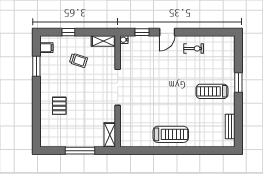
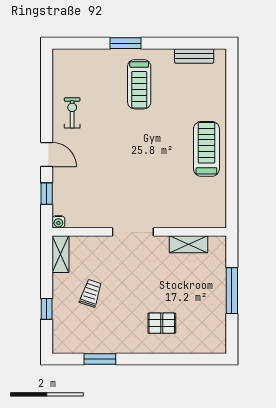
filing cabinet: (46, 48) -> (71, 343), removed
doorway: (118, 87) -> (133, 232), width x0.73
shelving: (110, 135) -> (189, 244), moved

